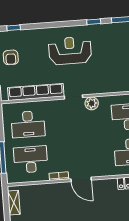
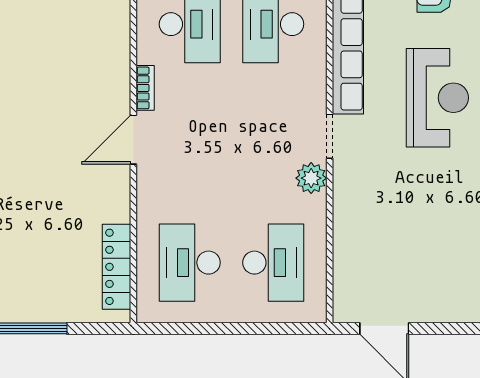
reception desk: (70, 51) -> (437, 98), moved

